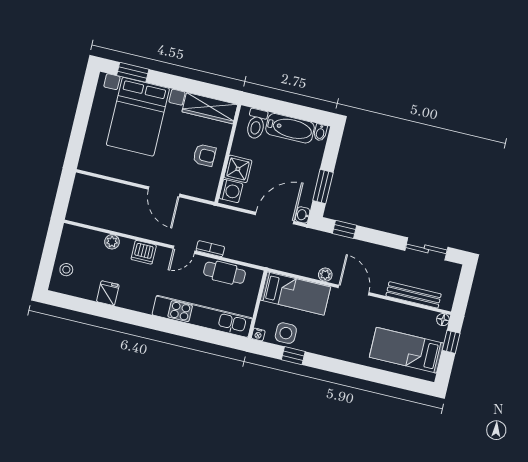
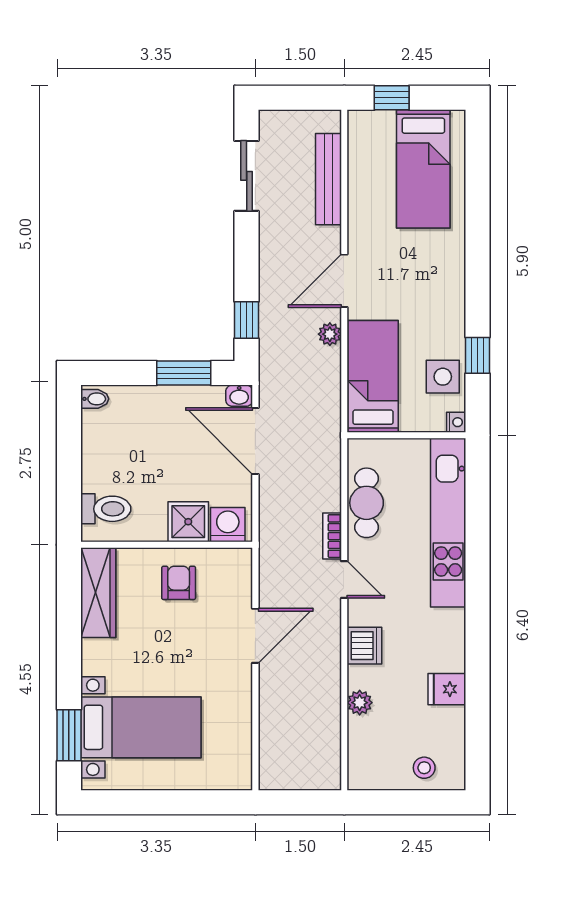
bed with nightstands: (138, 117) -> (141, 727), width x0.73
bathtub: (290, 128) -> (100, 451), removed
floor lamp: (443, 320) -> (358, 120), removed

